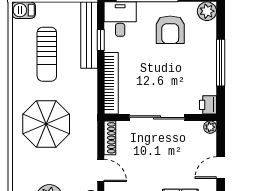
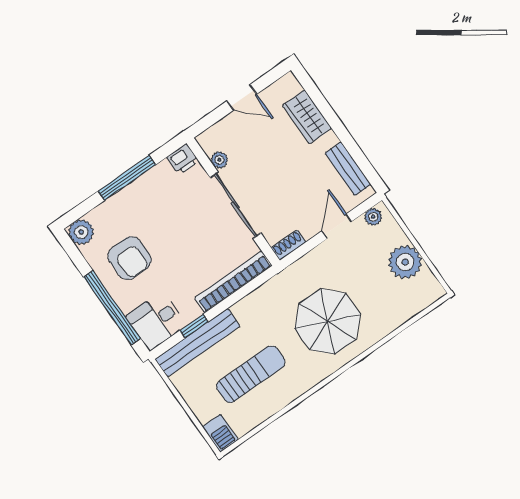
armchair: (170, 30) -> (130, 258), turned 90
plant: (210, 127) -> (219, 160), moved
shoe rack: (110, 138) -> (288, 245), width x0.70

